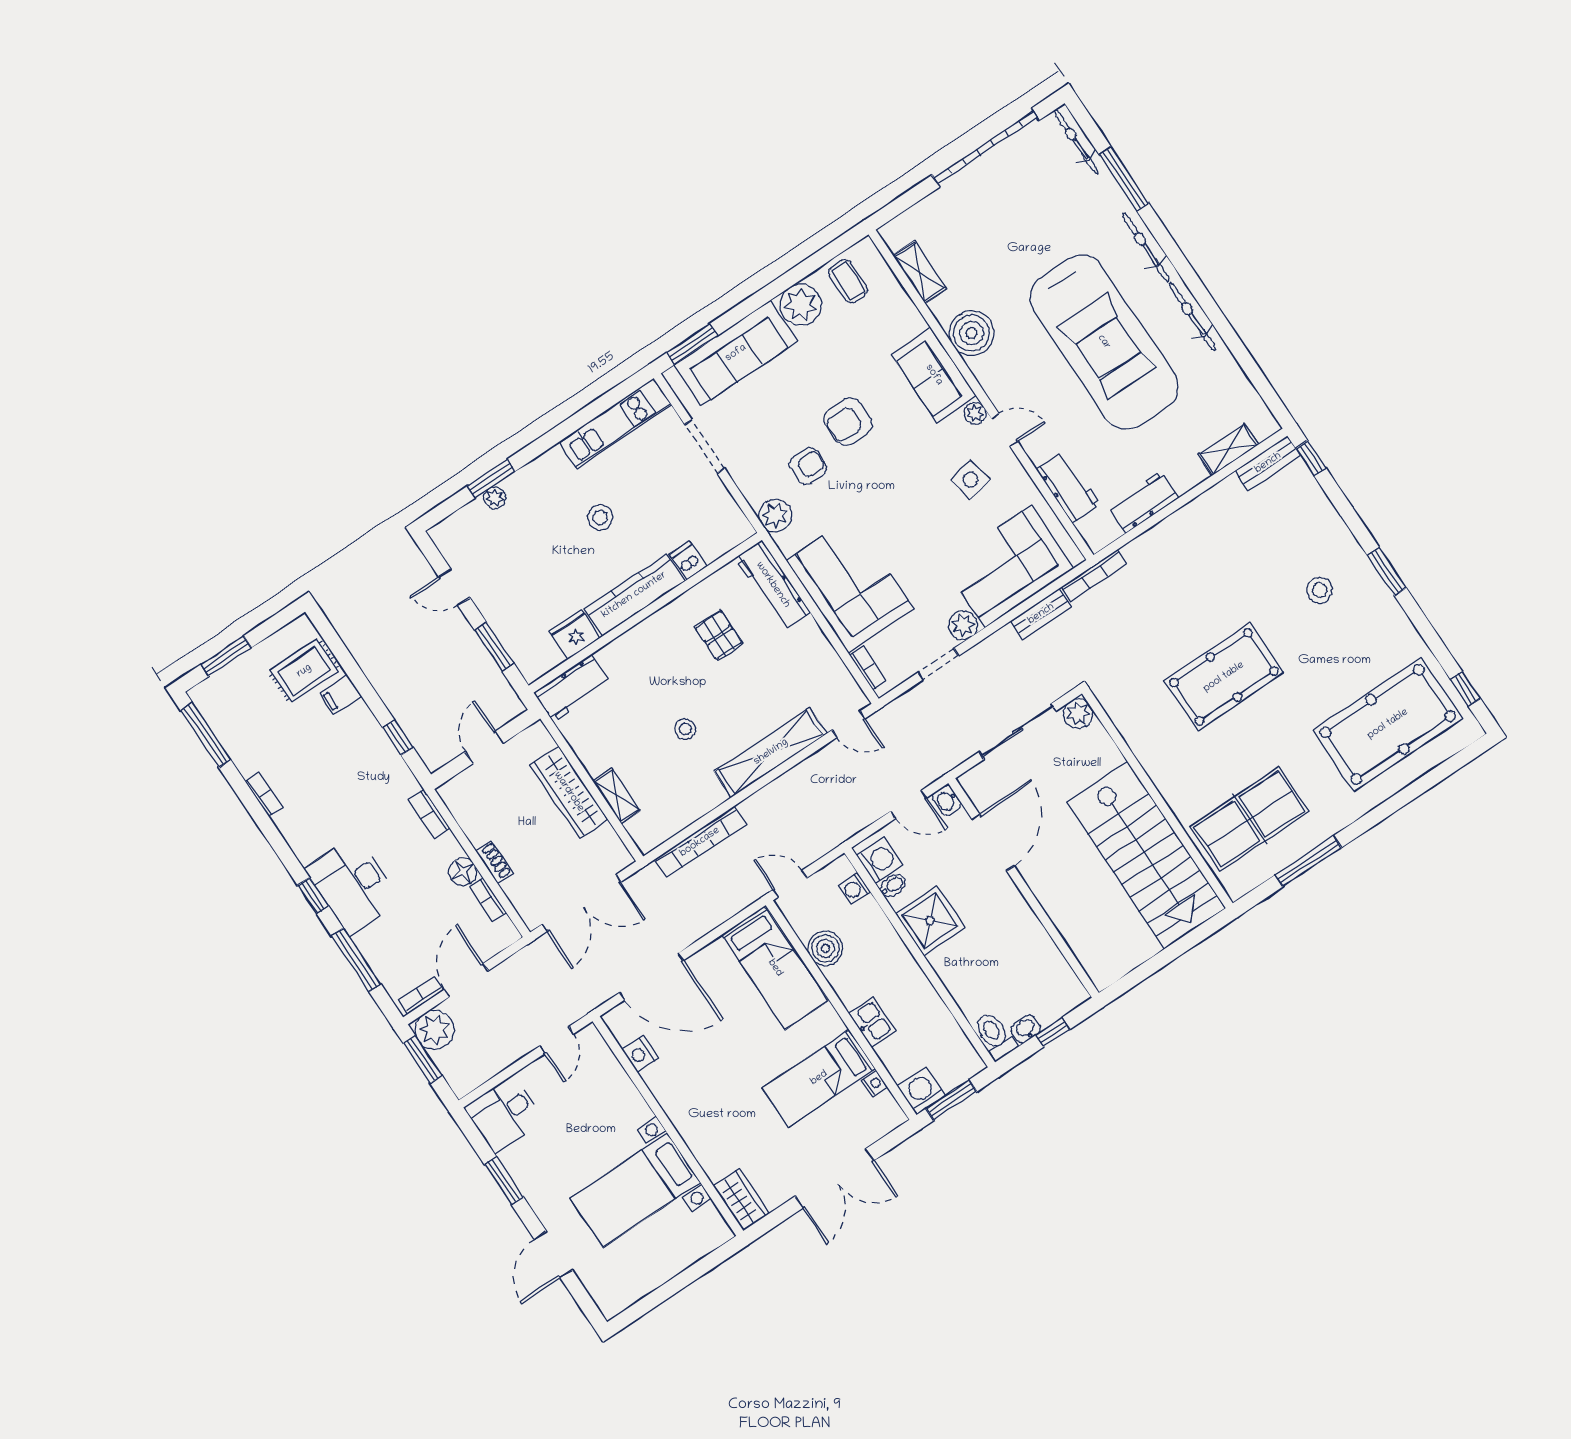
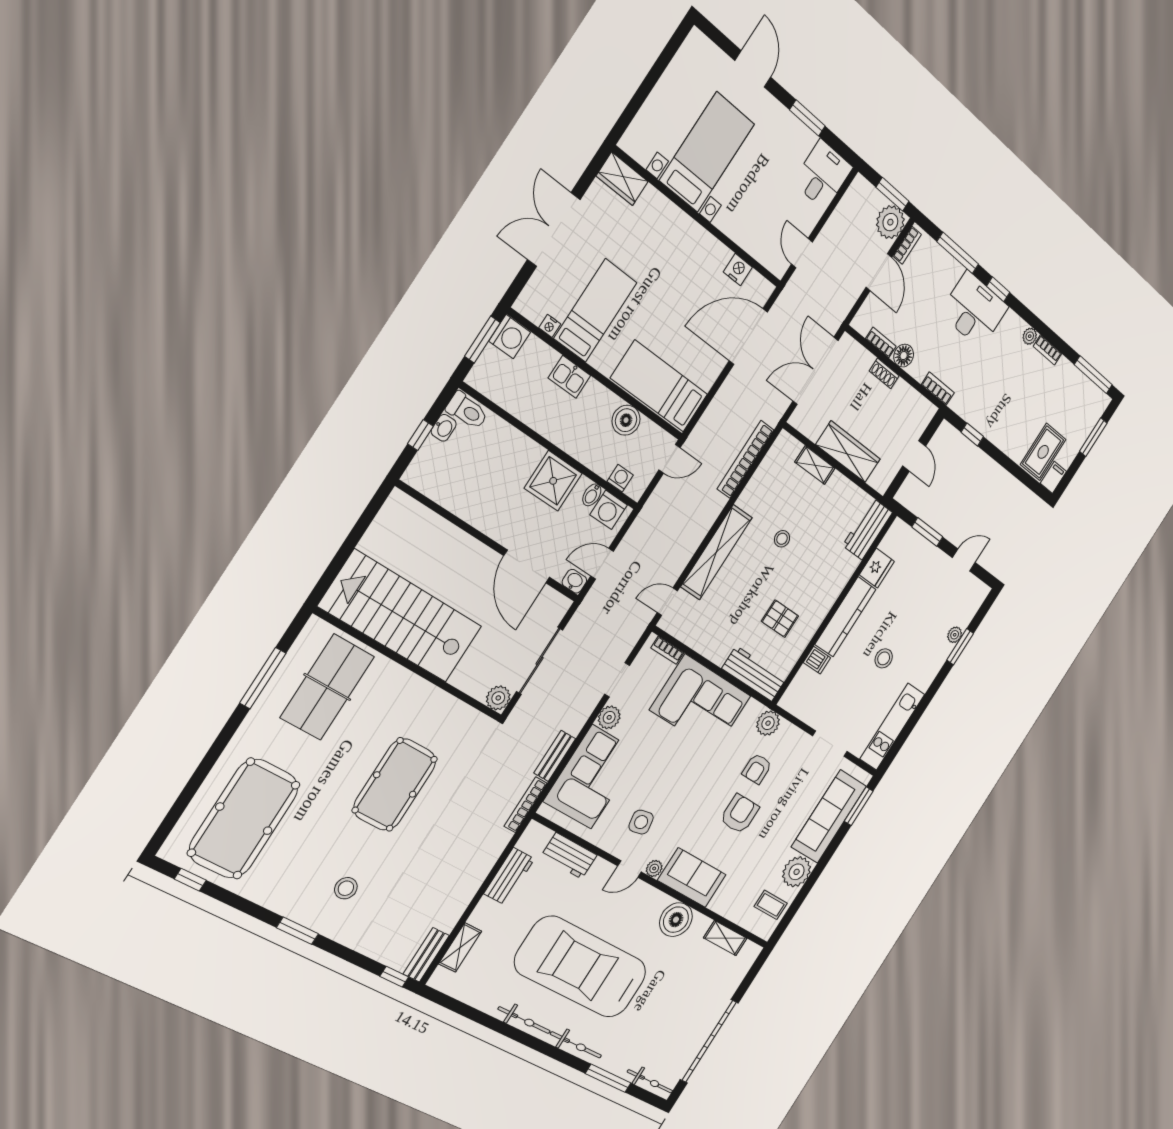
filing cabinet: (340, 695) -> (1053, 477), moved
plant: (285, 822) -> (1030, 336), added

